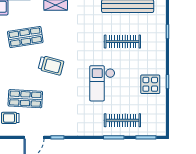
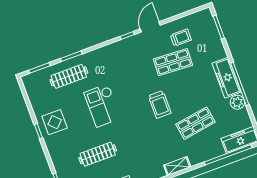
trolley: (51, 65) -> (160, 104), turned -105
checkout: (102, 83) -> (102, 105), turned 180

